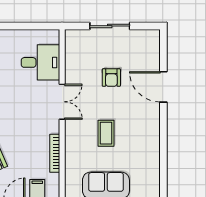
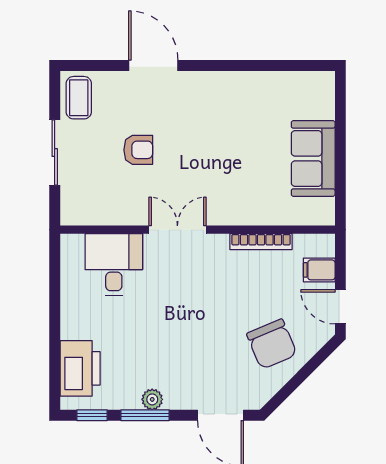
door: (163, 87) -> (153, 65), swing flipped
coffee table: (106, 133) -> (79, 98), moved, turned 90

